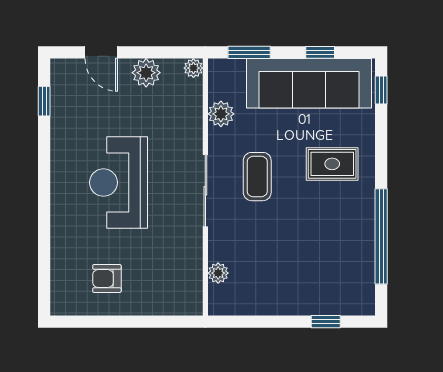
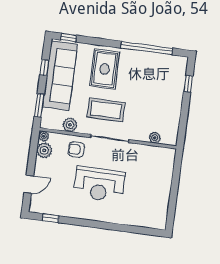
plant: (146, 73) -> (44, 150), moved
rug: (332, 164) -> (105, 69), width x1.36, depth x1.43
coffee table: (257, 177) -> (106, 110), width x1.36, depth x1.32
armchair: (107, 279) -> (76, 150), moved, turned 90

